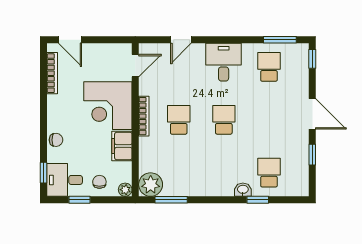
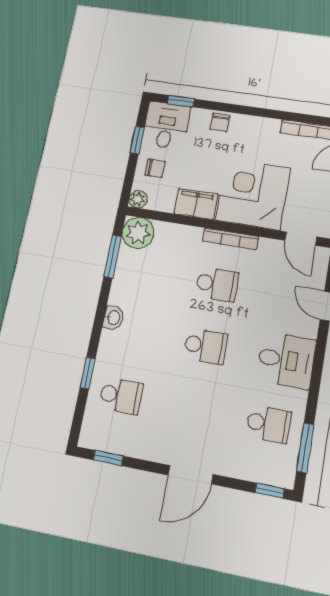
window: (312, 155) -> (108, 458), moved
washbasin: (243, 190) -> (113, 318), moved

